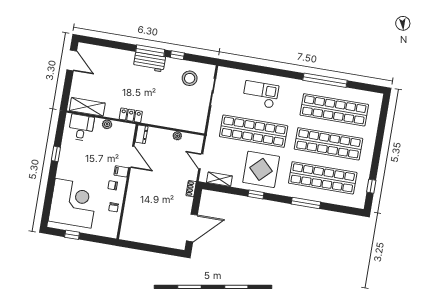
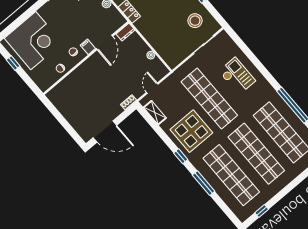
window: (256, 195) -> (181, 156), moved

